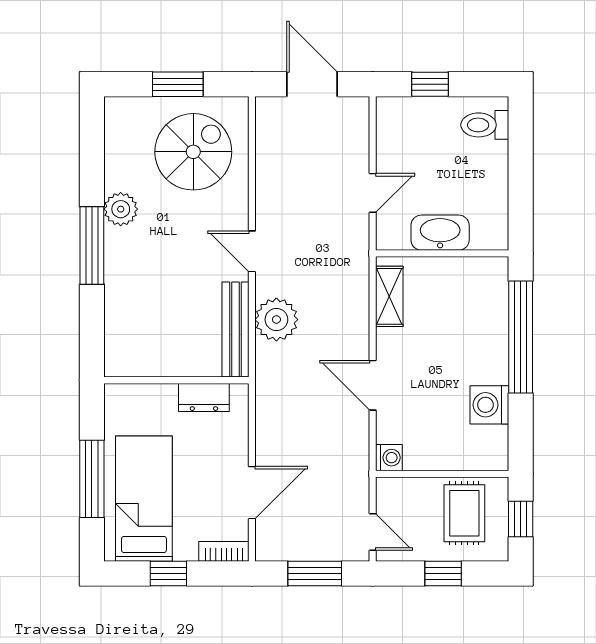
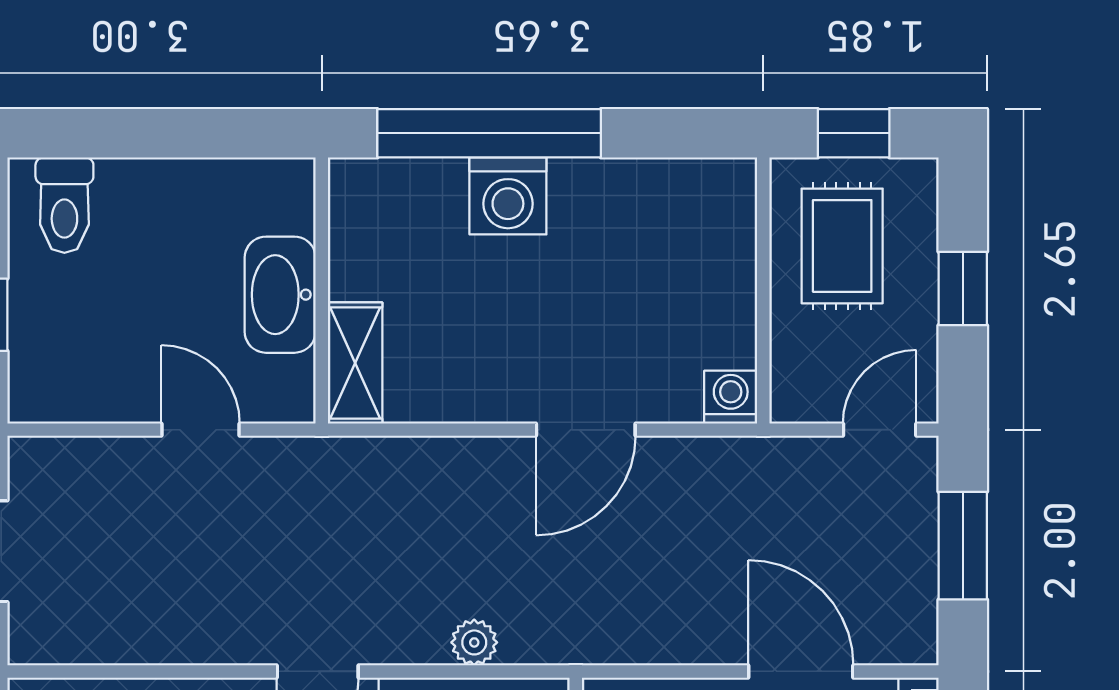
shelving: (389, 296) -> (355, 363), moved, turned 90
plant: (276, 320) -> (474, 642), width x0.53, depth x0.53
washing machine: (489, 405) -> (508, 196), moved
rug: (464, 513) -> (842, 246), turned 90

